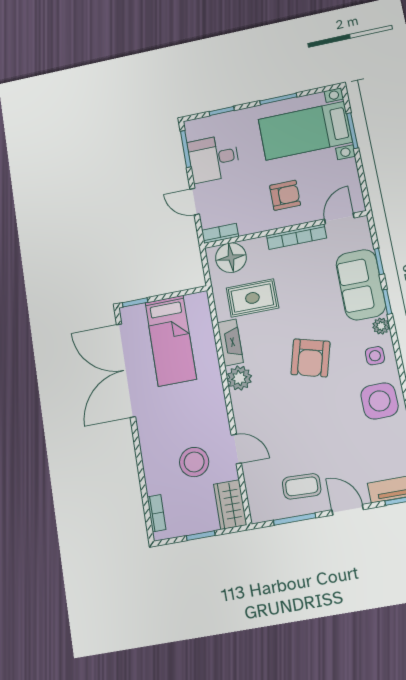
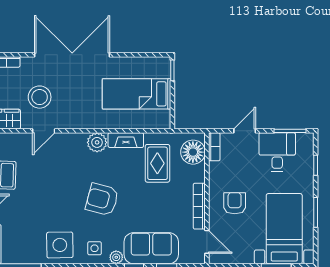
armchair: (285, 195) -> (235, 203), turned 180
double door: (126, 370) -> (72, 55), moved

